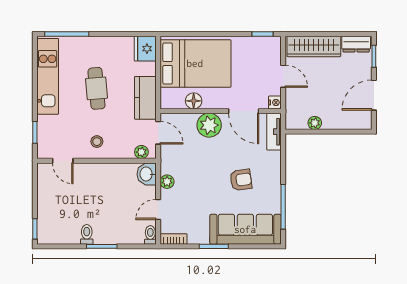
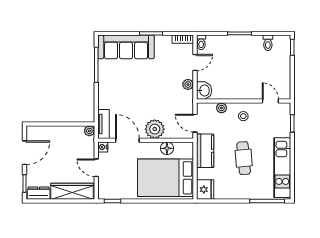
plant: (315, 123) -> (89, 131), moved
plant: (141, 152) -> (221, 108), moved
armchair: (241, 180) -> (130, 86), removed
toilet: (87, 234) -> (268, 43), moved

